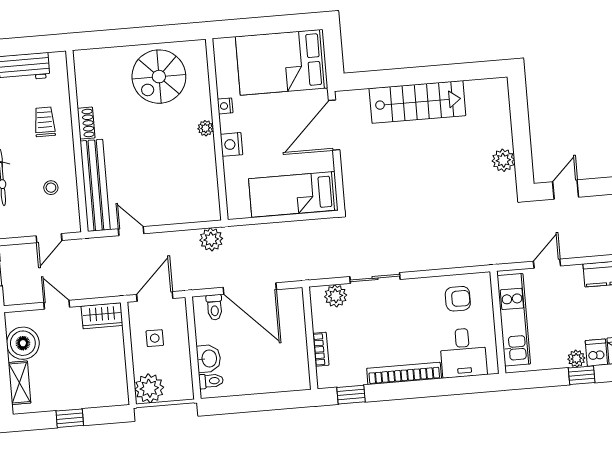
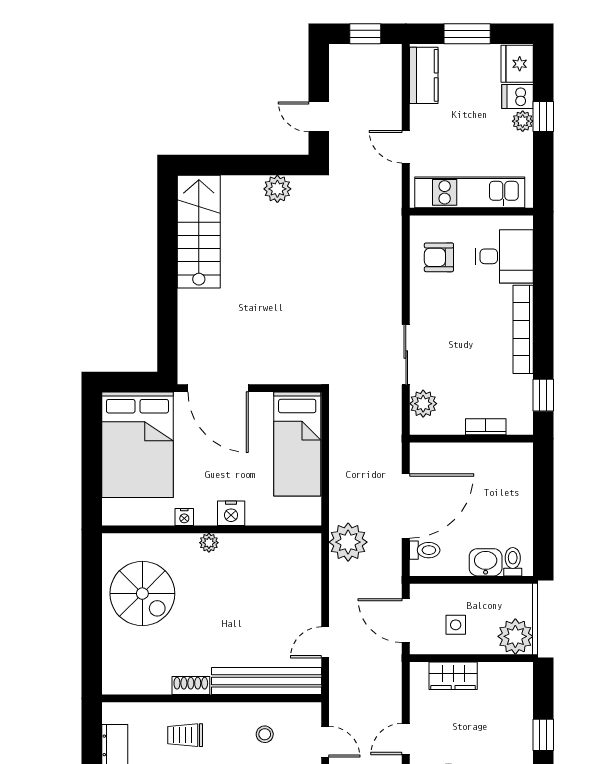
stairs: (417, 102) -> (199, 232), moved
plant: (211, 239) -> (348, 542), width x1.36, depth x1.36
armchair: (458, 299) -> (439, 257), turned -90
wardrobe: (102, 316) -> (453, 676), moved, turned 90

